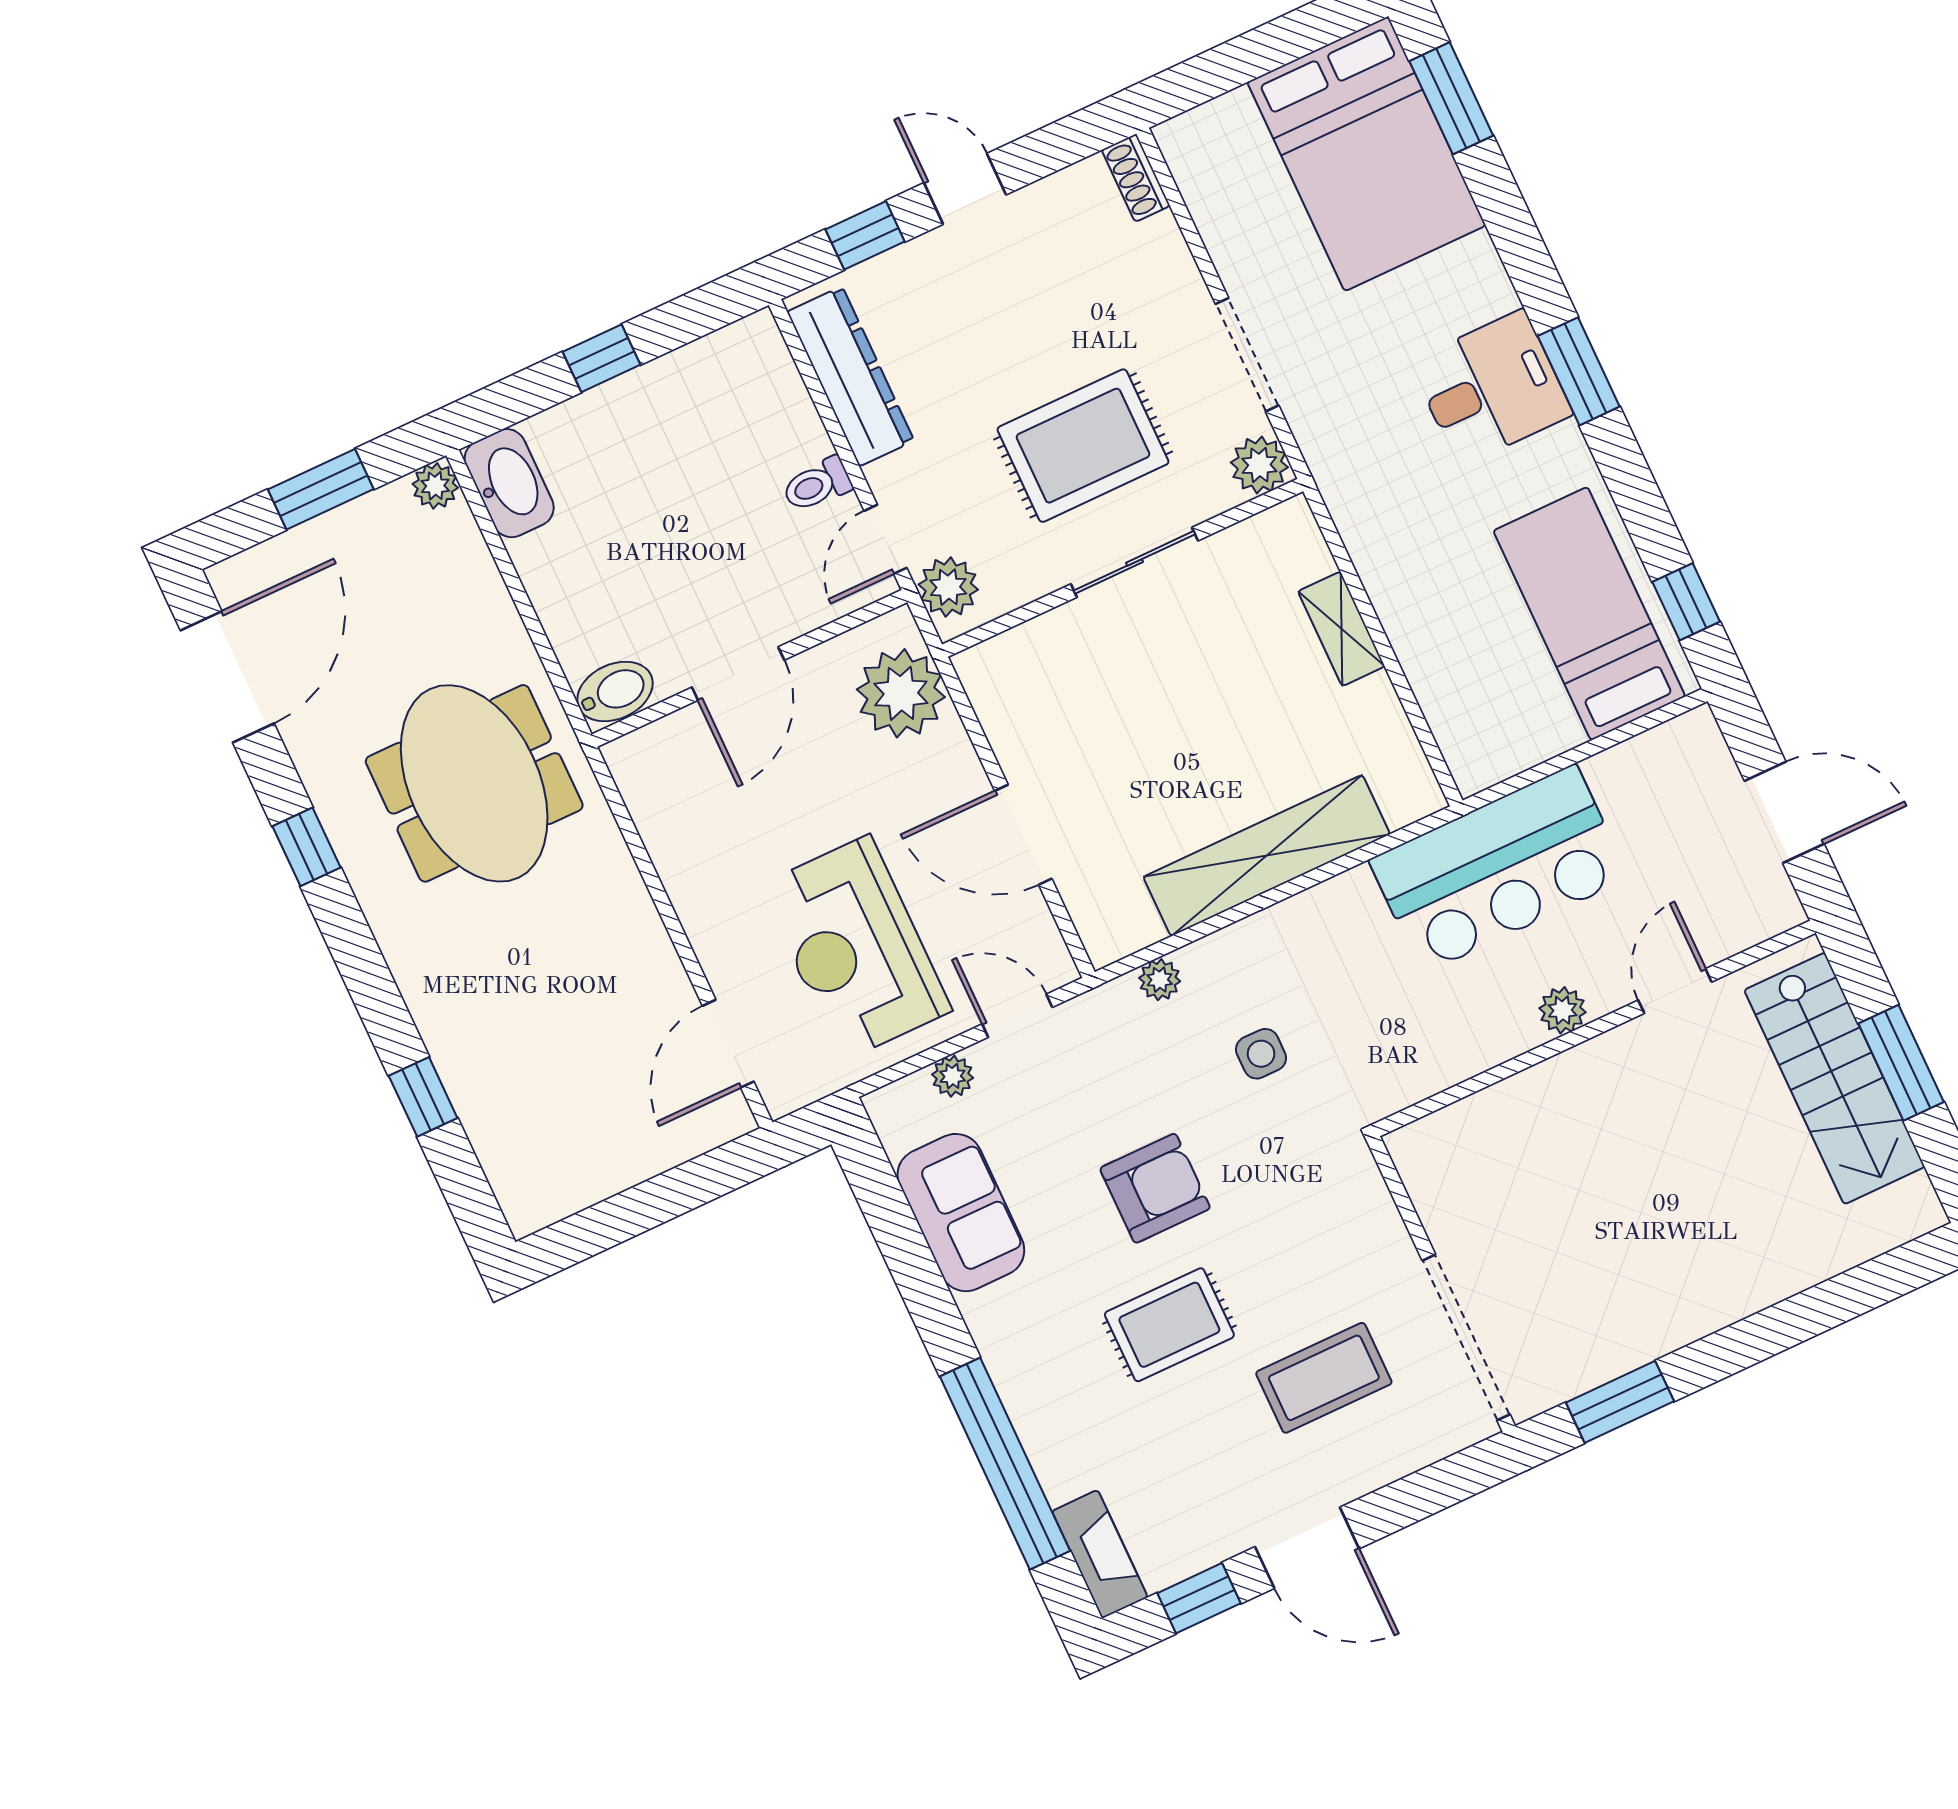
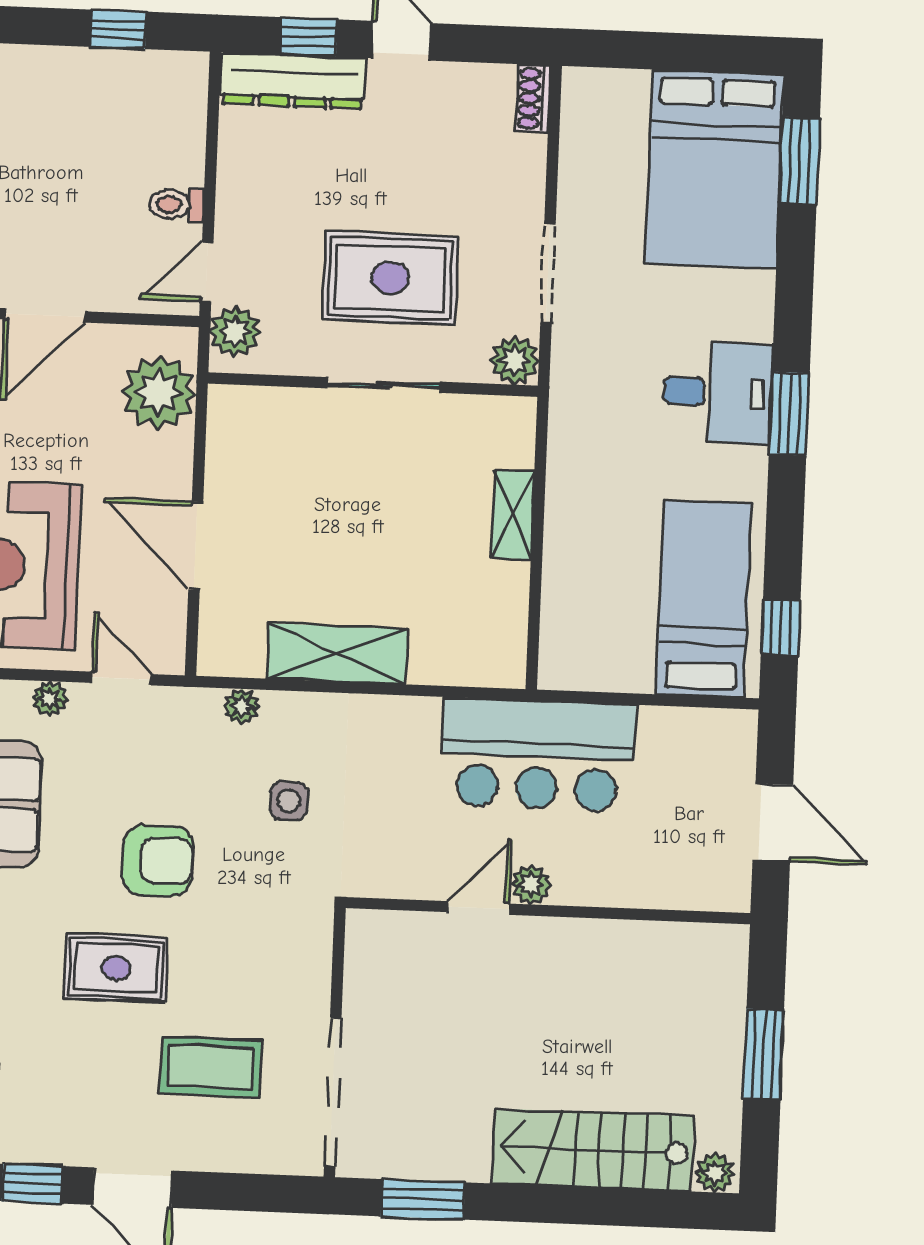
window: (602, 358) -> (118, 29), moved
dresser: (851, 376) -> (293, 81), moved, turned 90
shelving: (1267, 856) -> (337, 654), width x0.68
door: (1675, 991) -> (478, 908), moved
stairs: (1834, 1078) -> (593, 1150), moved, turned 90
plant: (1914, 1214) -> (715, 1173), added

